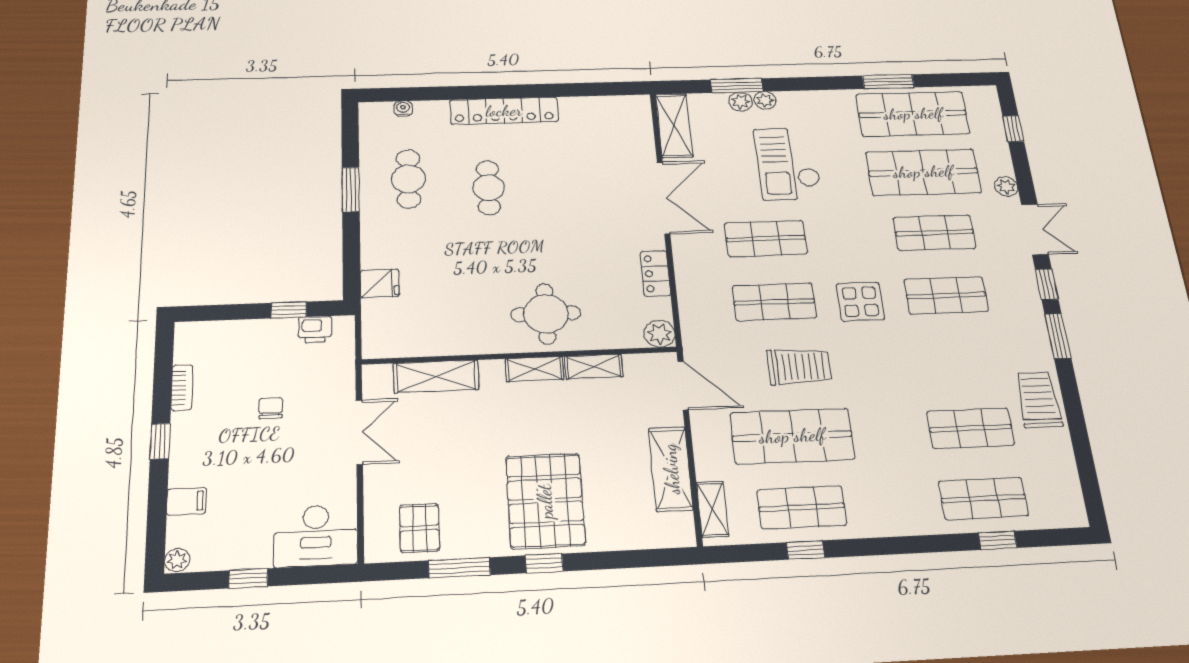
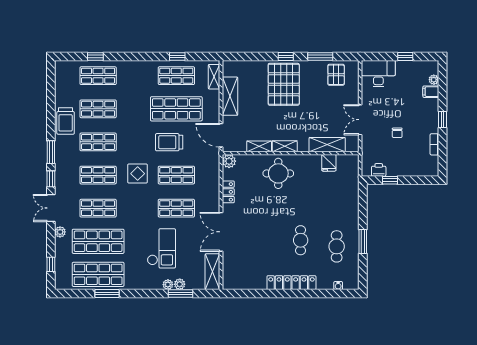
fridge: (380, 283) -> (329, 163), moved, turned -90
shop shelf: (958, 361) -> (98, 142), added
plant: (177, 560) -> (434, 80), moved

